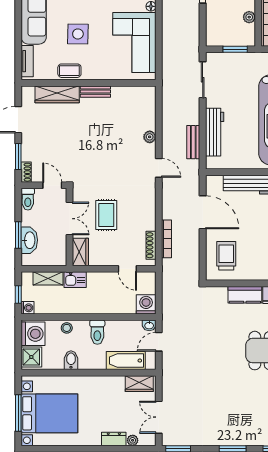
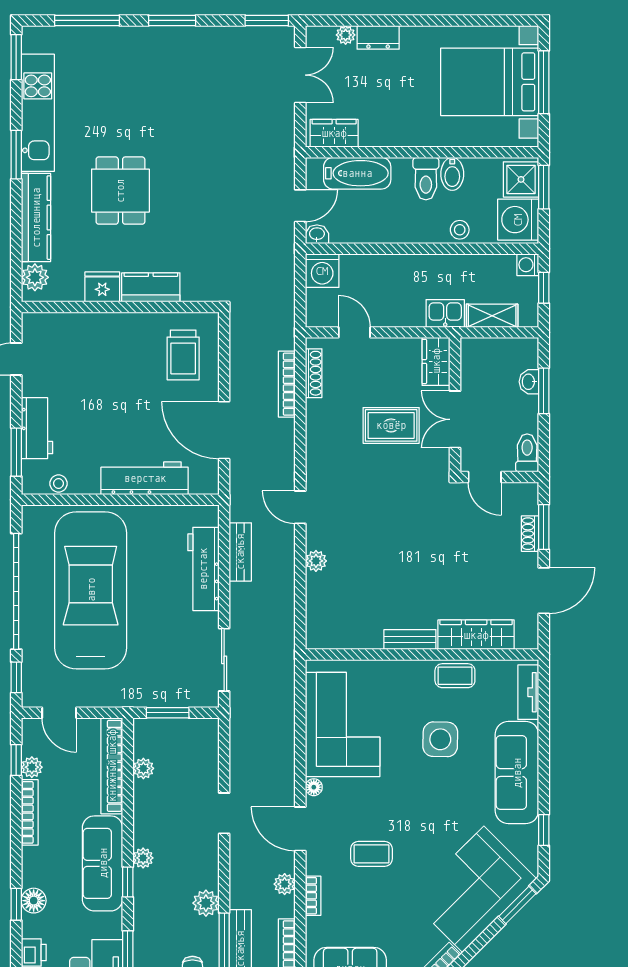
shoe rack: (26, 172) -> (530, 534), moved
rug: (106, 215) -> (391, 425), turned 90
washbasin: (29, 240) -> (529, 382), width x0.52, depth x0.69
toilet: (97, 332) -> (426, 179), moved, turned 180
window: (18, 353) -> (544, 187), added

